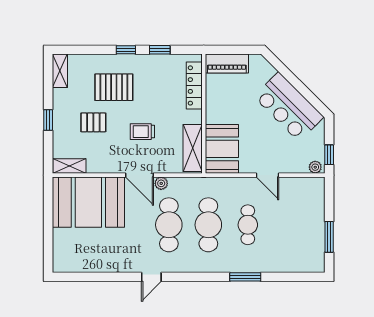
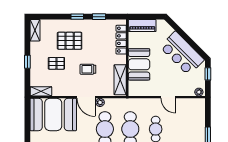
booth: (222, 149) -> (139, 64), moved
window: (329, 155) -> (208, 74), moved

